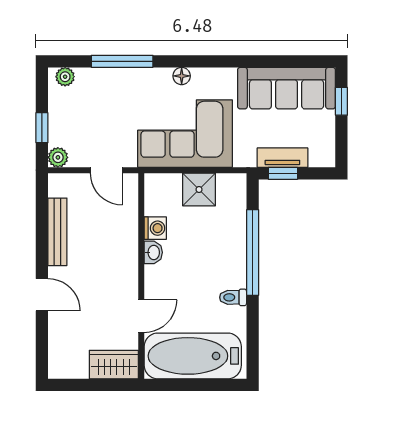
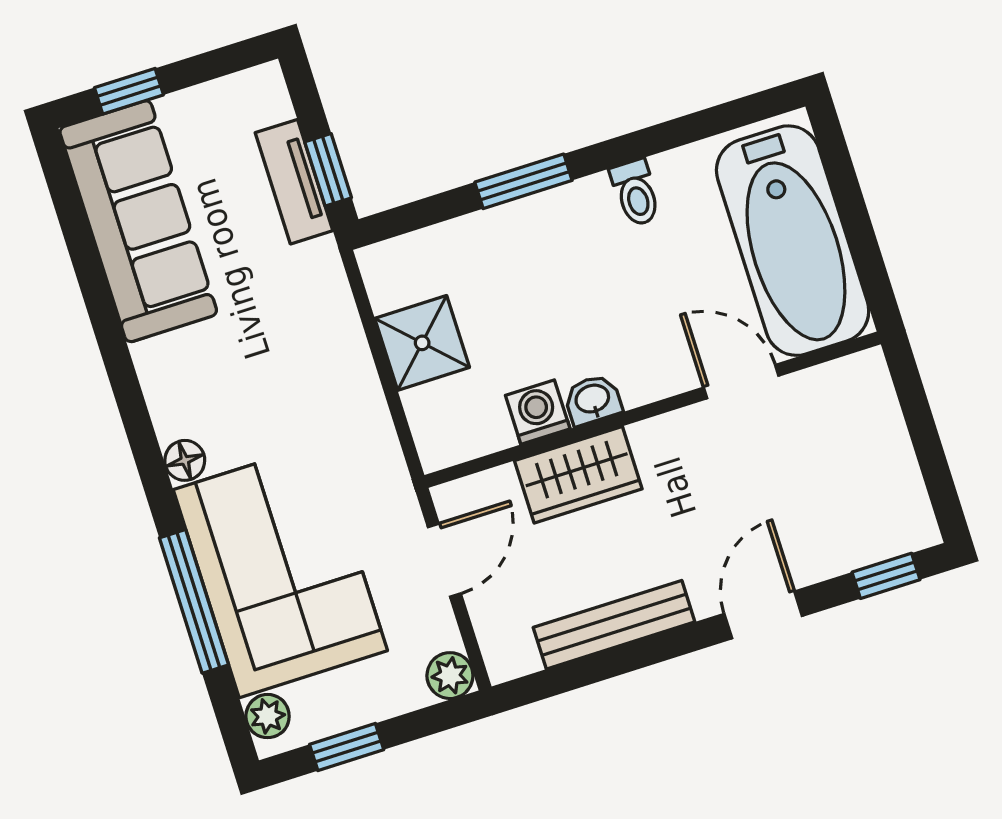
window: (42, 128) -> (347, 747), moved
corner sofa: (185, 134) -> (280, 570), moved, turned 180
window: (253, 253) -> (523, 181), width x0.47
window: (42, 351) -> (886, 576), added
wardrobe: (114, 365) -> (578, 475), moved, turned -90

